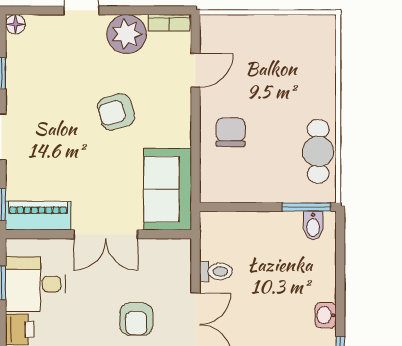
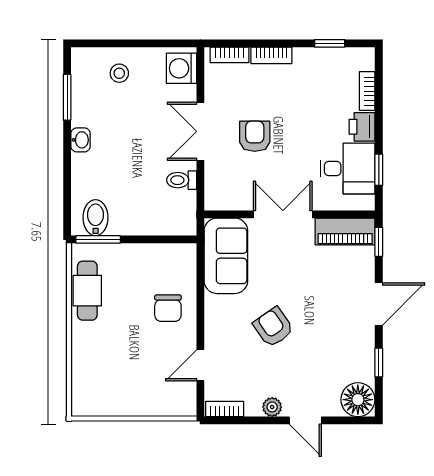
floor lamp: (16, 24) -> (358, 400), width x1.89, depth x1.89
plant: (127, 34) -> (272, 407), width x0.53, depth x0.53
armchair: (116, 112) -> (273, 327), turned -109
bidet: (313, 225) -> (96, 218), width x1.38, depth x1.36

